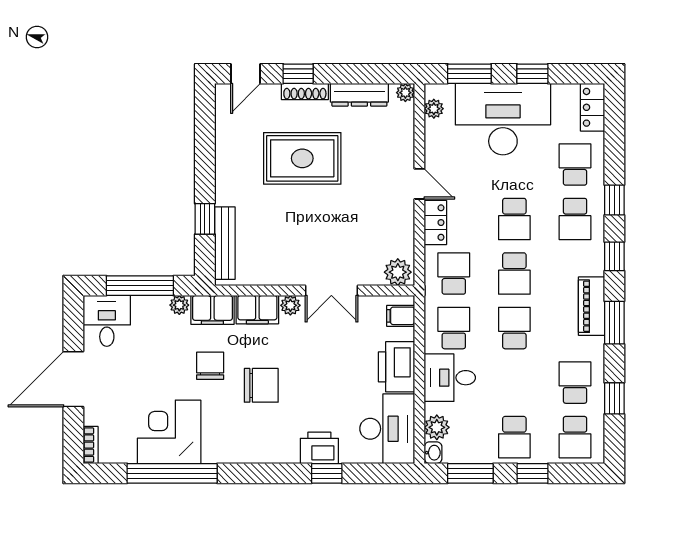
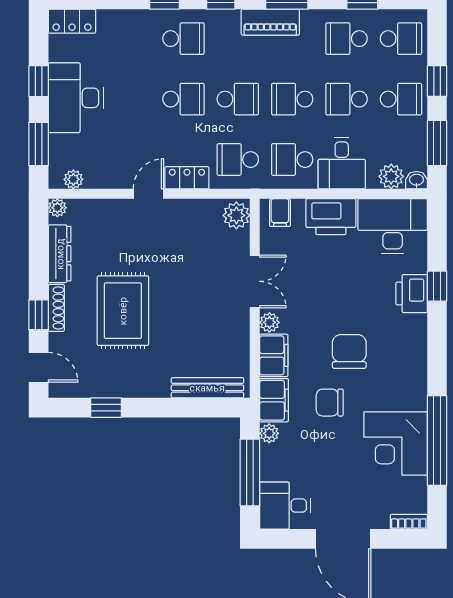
desk: (503, 119) -> (76, 98), width x0.73, depth x0.77
school desk: (575, 164) -> (347, 99), moved
window: (205, 219) -> (106, 408), moved

